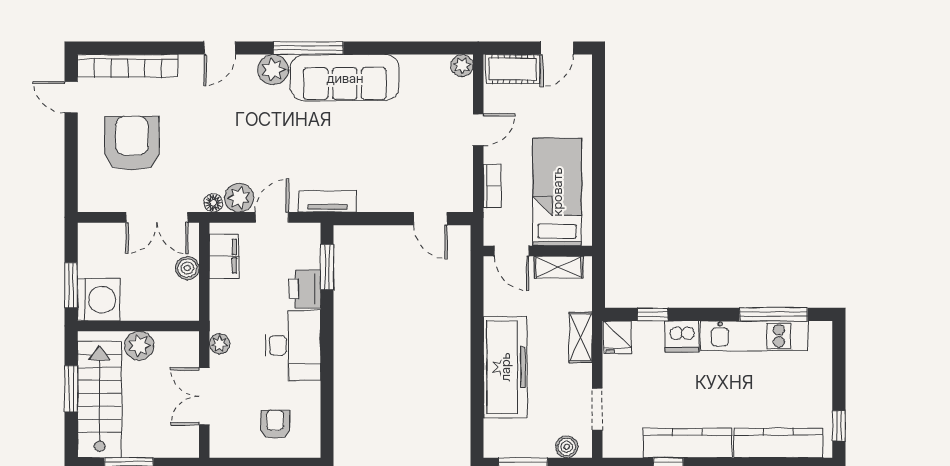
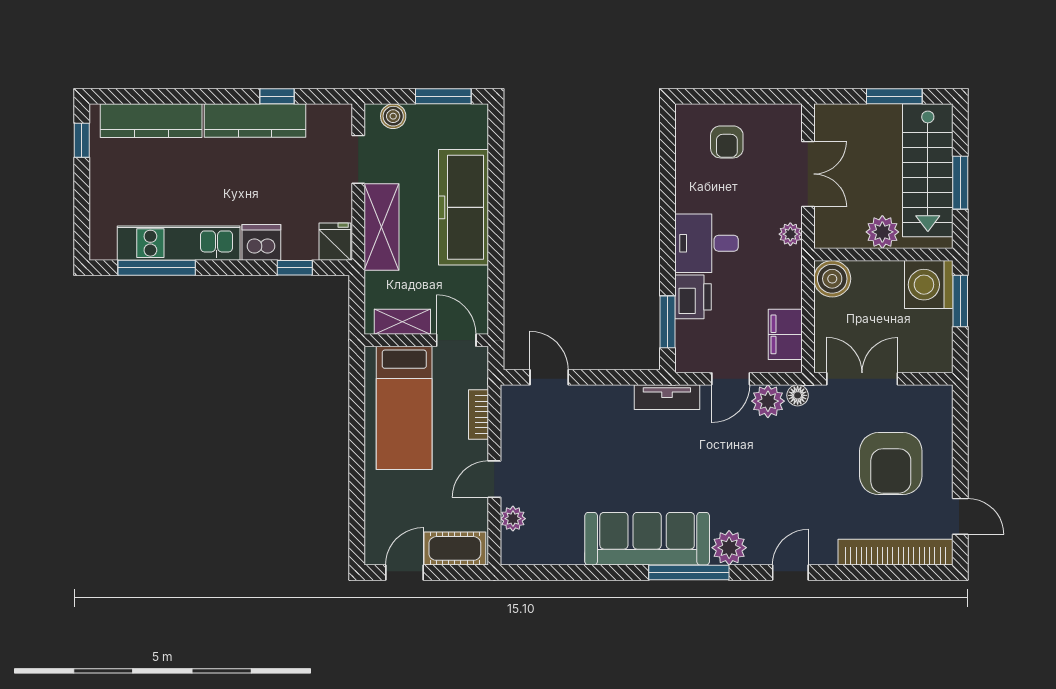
plant: (462, 66) -> (513, 519), moved
boiler: (187, 268) -> (832, 279), moved, width x1.36, depth x1.36
shelving: (581, 337) -> (382, 227), width x1.50, depth x1.33
desk: (293, 345) -> (707, 243), width x0.73

